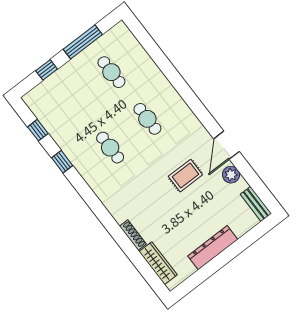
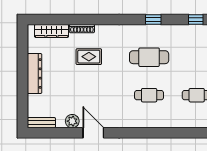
cafe table: (110, 148) -> (149, 57), width x1.37, depth x1.35
window: (62, 162) -> (153, 20), moved
rug: (185, 176) -> (89, 57), moved, turned 90

